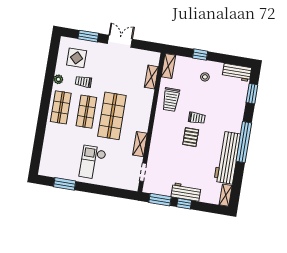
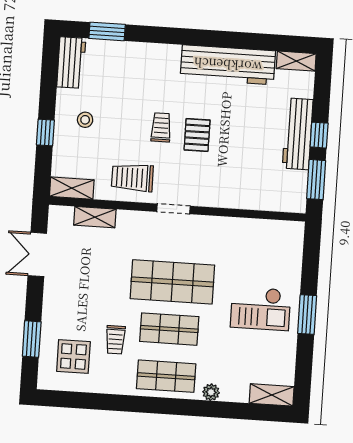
double door: (120, 41) -> (37, 254), moved
plant: (58, 79) -> (211, 392), moved
trolley: (171, 100) -> (132, 178), turned 180
pallet: (191, 137) -> (197, 135), turned 90
window: (244, 142) -> (197, 37), removed
shelving: (140, 144) -> (272, 395), moved
doorway: (143, 172) -> (173, 209), moved
window: (65, 184) -> (307, 315), moved
workbench: (186, 192) -> (298, 134), width x1.38

